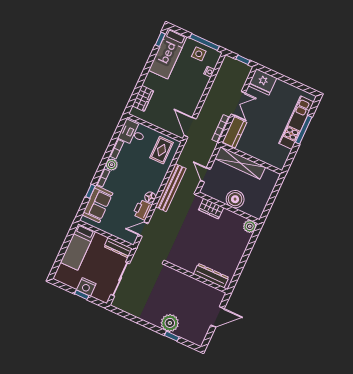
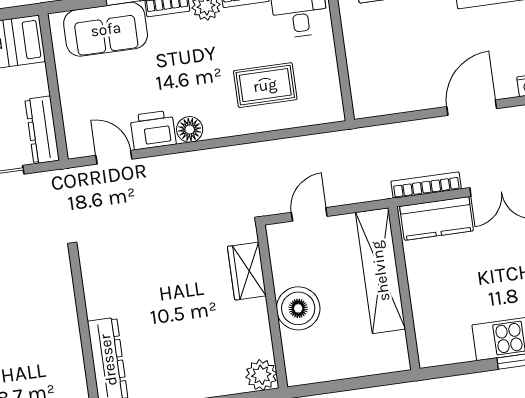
door: (190, 127) -> (472, 108), moved
rug: (162, 150) -> (265, 85), moved
bench: (171, 188) -> (237, 159), removed

